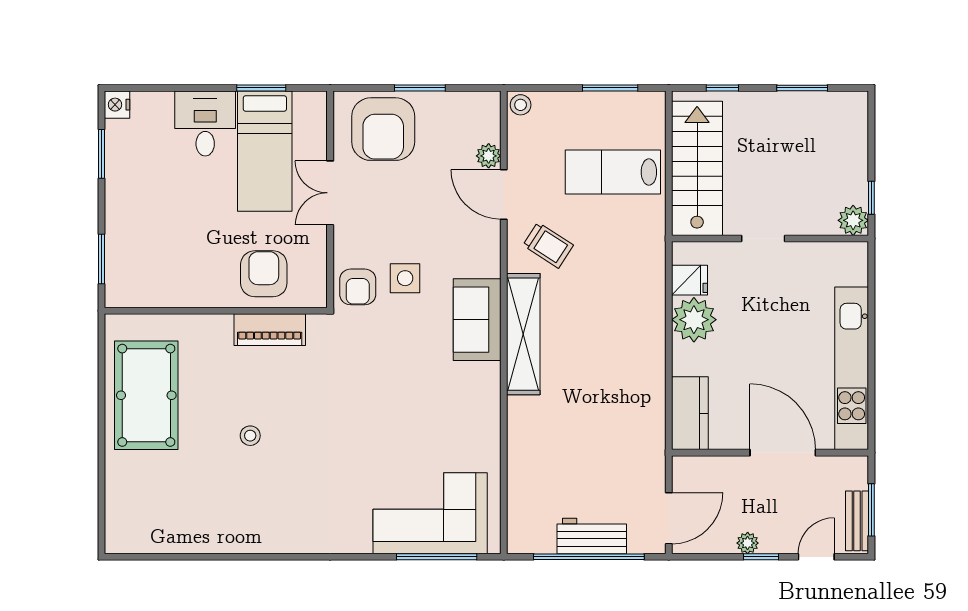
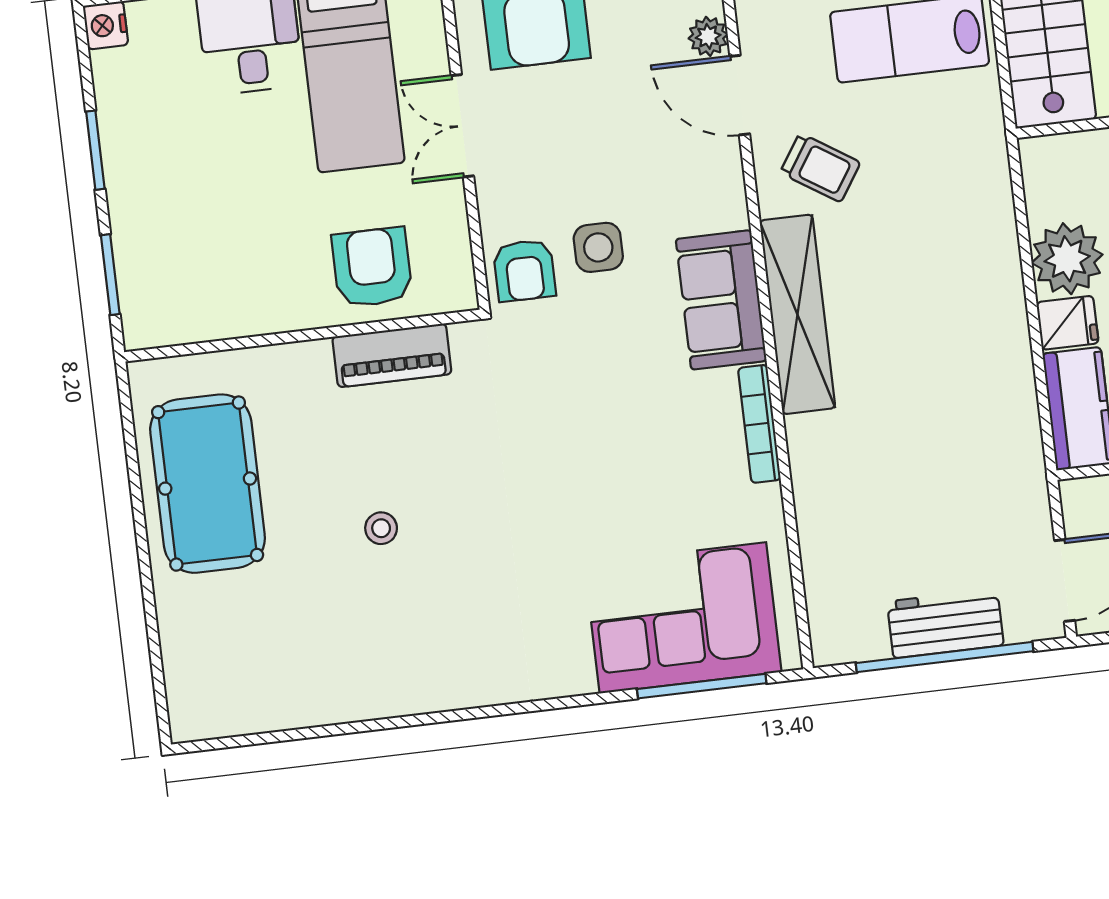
window: (101, 154) -> (95, 150), moved
fridge: (689, 280) -> (1067, 323), moved
bookcase: (492, 399) -> (759, 424), added

